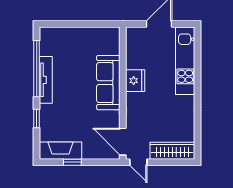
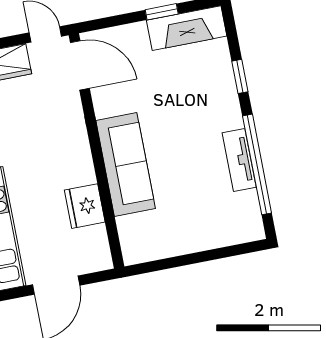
tv unit: (46, 80) -> (239, 160), width x0.71
fridge: (135, 81) -> (85, 206), moved

